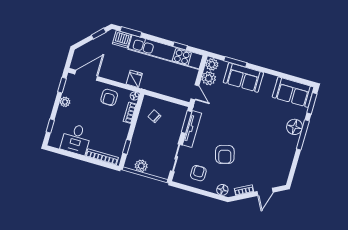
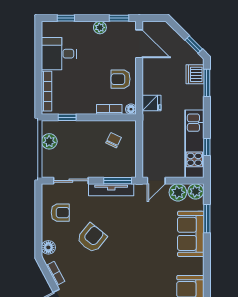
kitchen unit: (165, 52) -> (194, 144), width x0.73
armchair: (225, 154) -> (92, 238), turned 144

